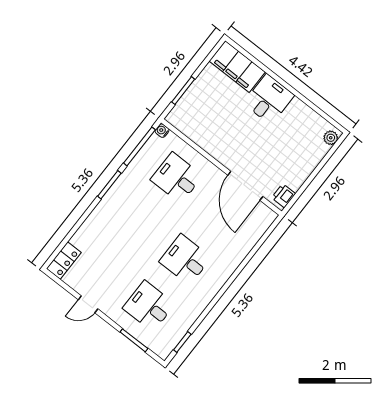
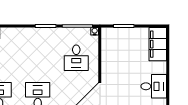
desk: (269, 99) -> (154, 86), moved
desk: (177, 178) -> (76, 58), turned 180

